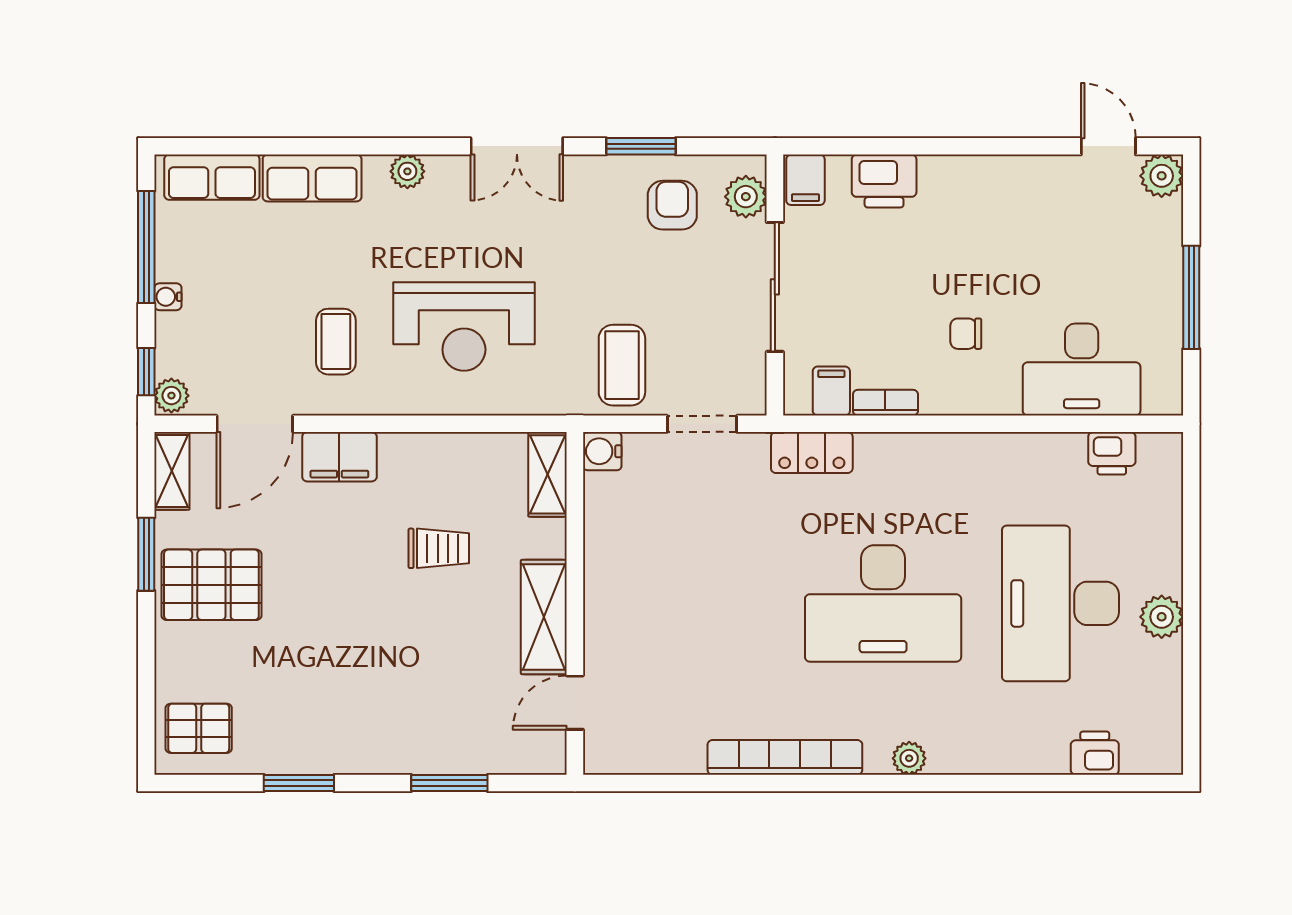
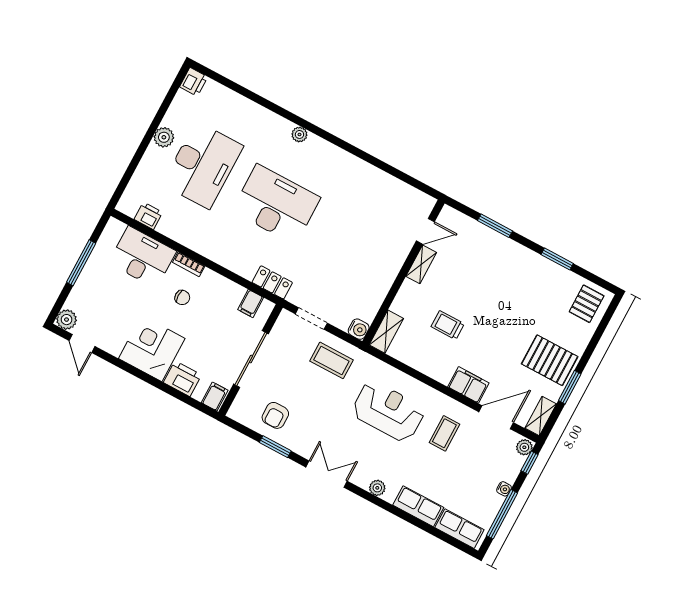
plant: (746, 197) -> (243, 403), removed
corner desk: (972, 207) -> (152, 348), added
coffee table: (622, 365) -> (331, 360), turned 90
bookcase: (885, 403) -> (189, 264), moved
shelving: (544, 617) -> (421, 264), width x0.67, depth x0.75
pallet: (199, 728) -> (587, 304), turned 90
printer: (1095, 753) -> (194, 82), moved, turned -90
bookcase: (785, 757) -> (351, 162), removed

